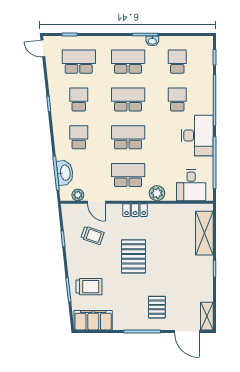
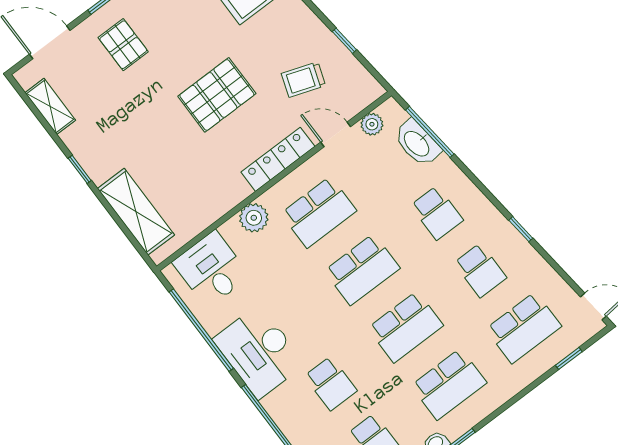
locker: (135, 210) -> (278, 159), width x1.53
pallet: (134, 256) -> (217, 95), turned 90
shelving: (207, 316) -> (50, 106), moved

